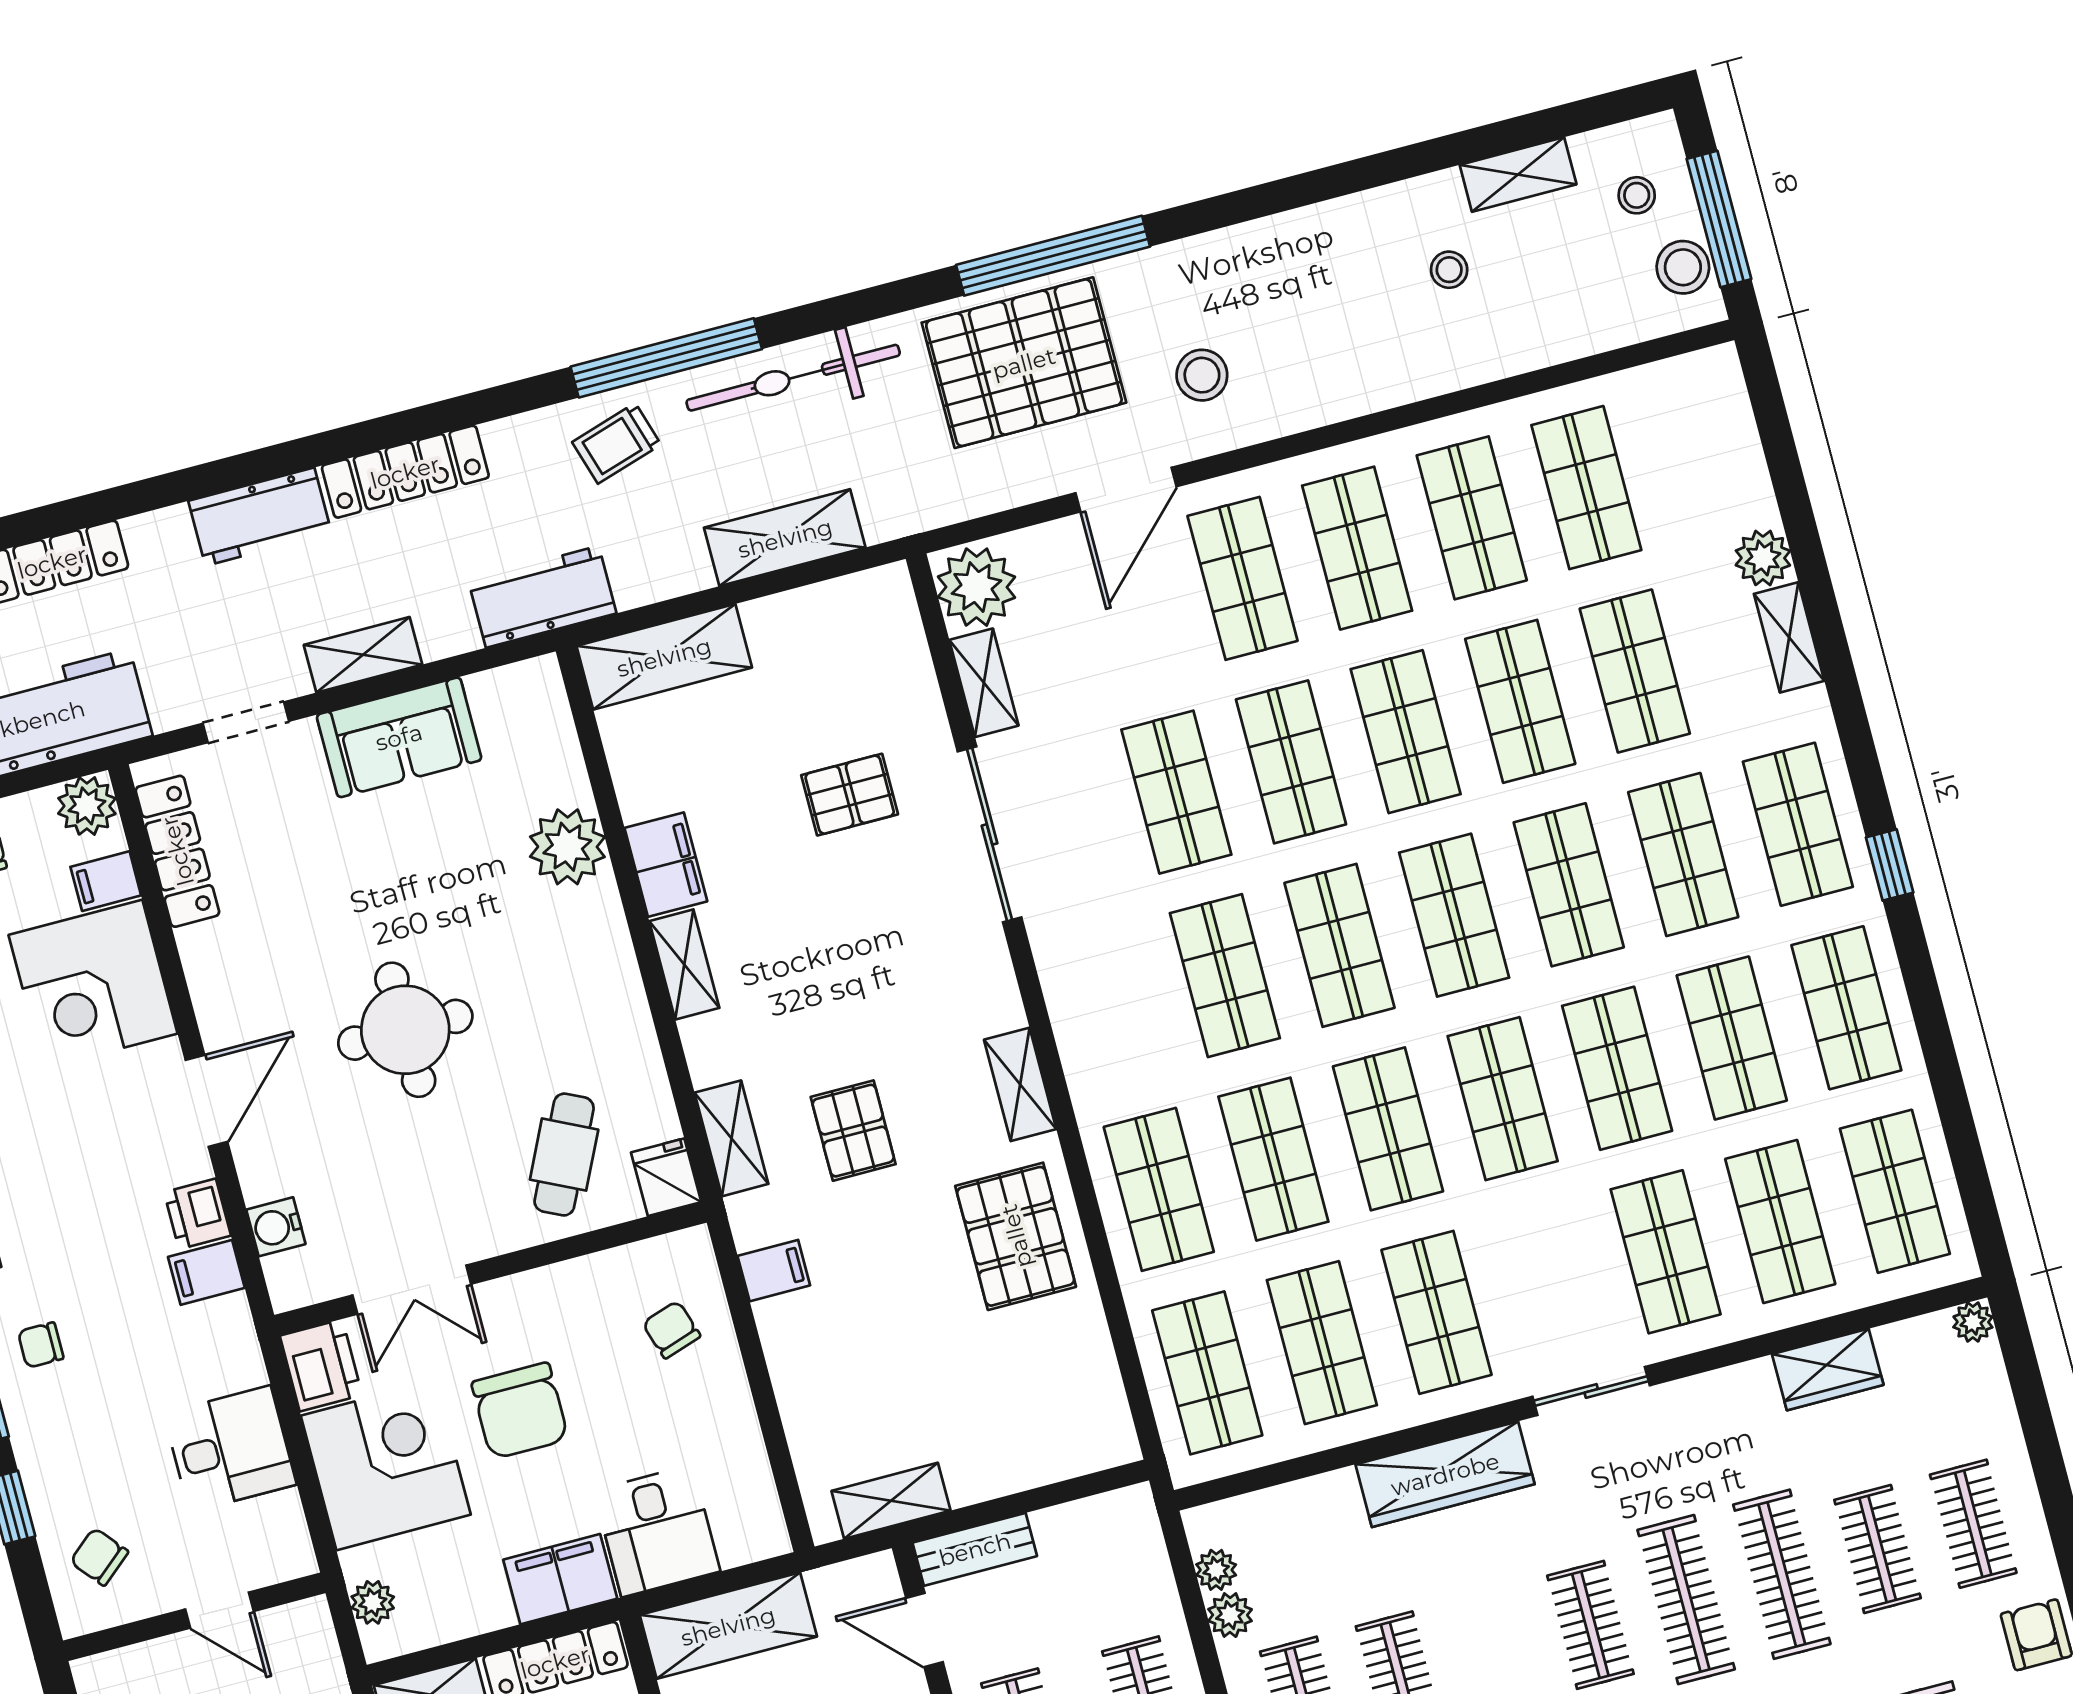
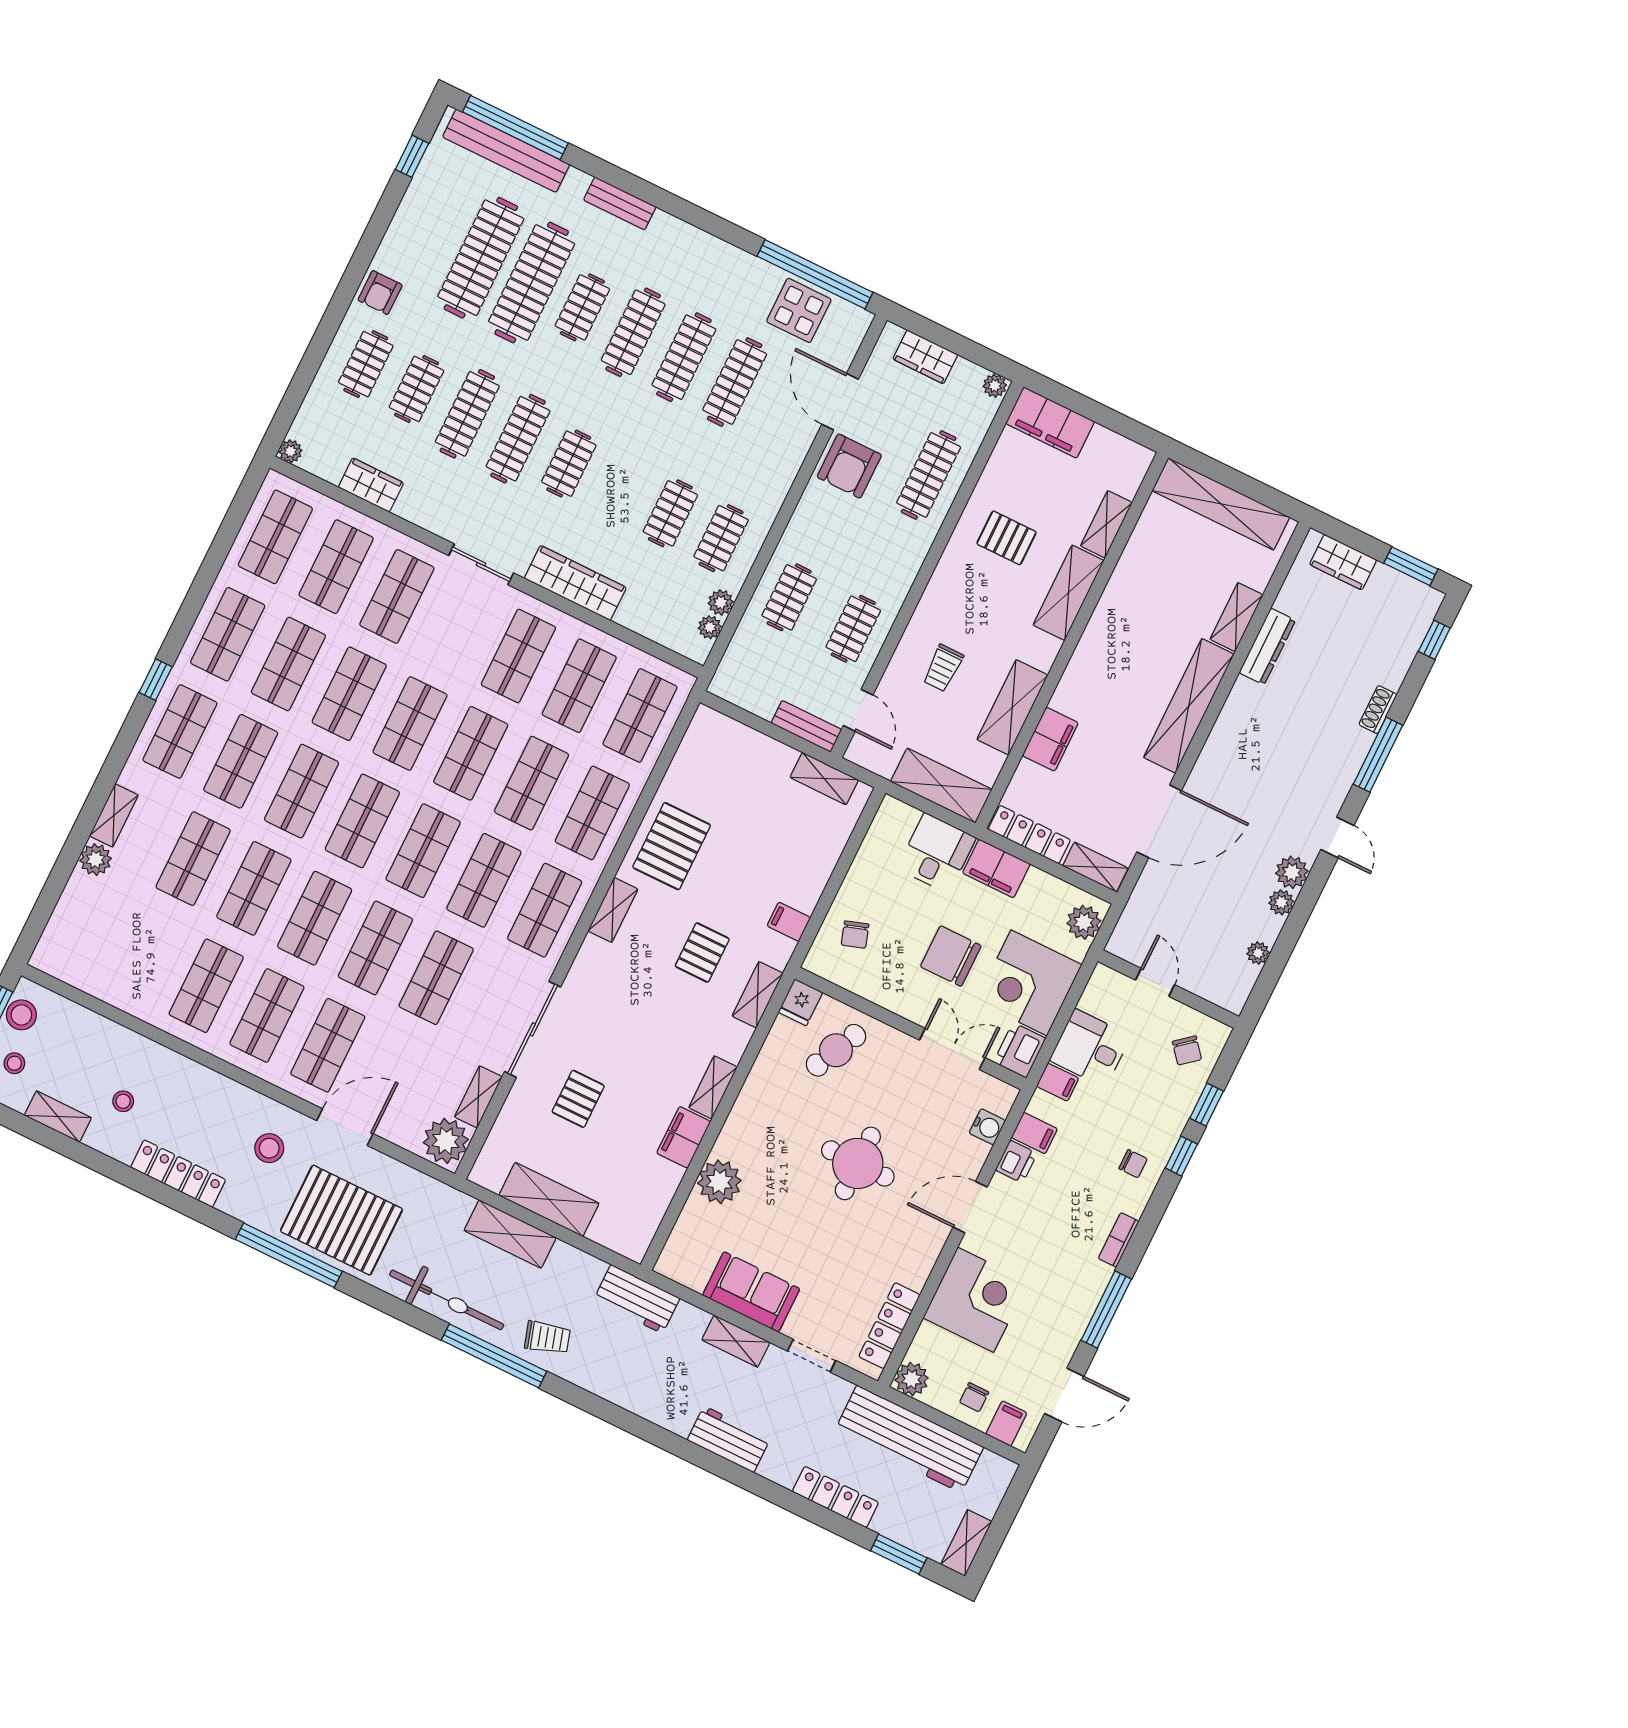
locker: (405, 472) -> (178, 1174), moved
shop shelf: (1586, 488) -> (545, 910), moved
shelving: (664, 657) -> (549, 1199), moved
pallet: (850, 795) -> (578, 1099), turned 90
filing cabinet: (106, 881) -> (1058, 1082), moved
chair: (520, 1411) -> (951, 956), turned -90
plant: (373, 1602) -> (1084, 922), width x1.38, depth x1.38

